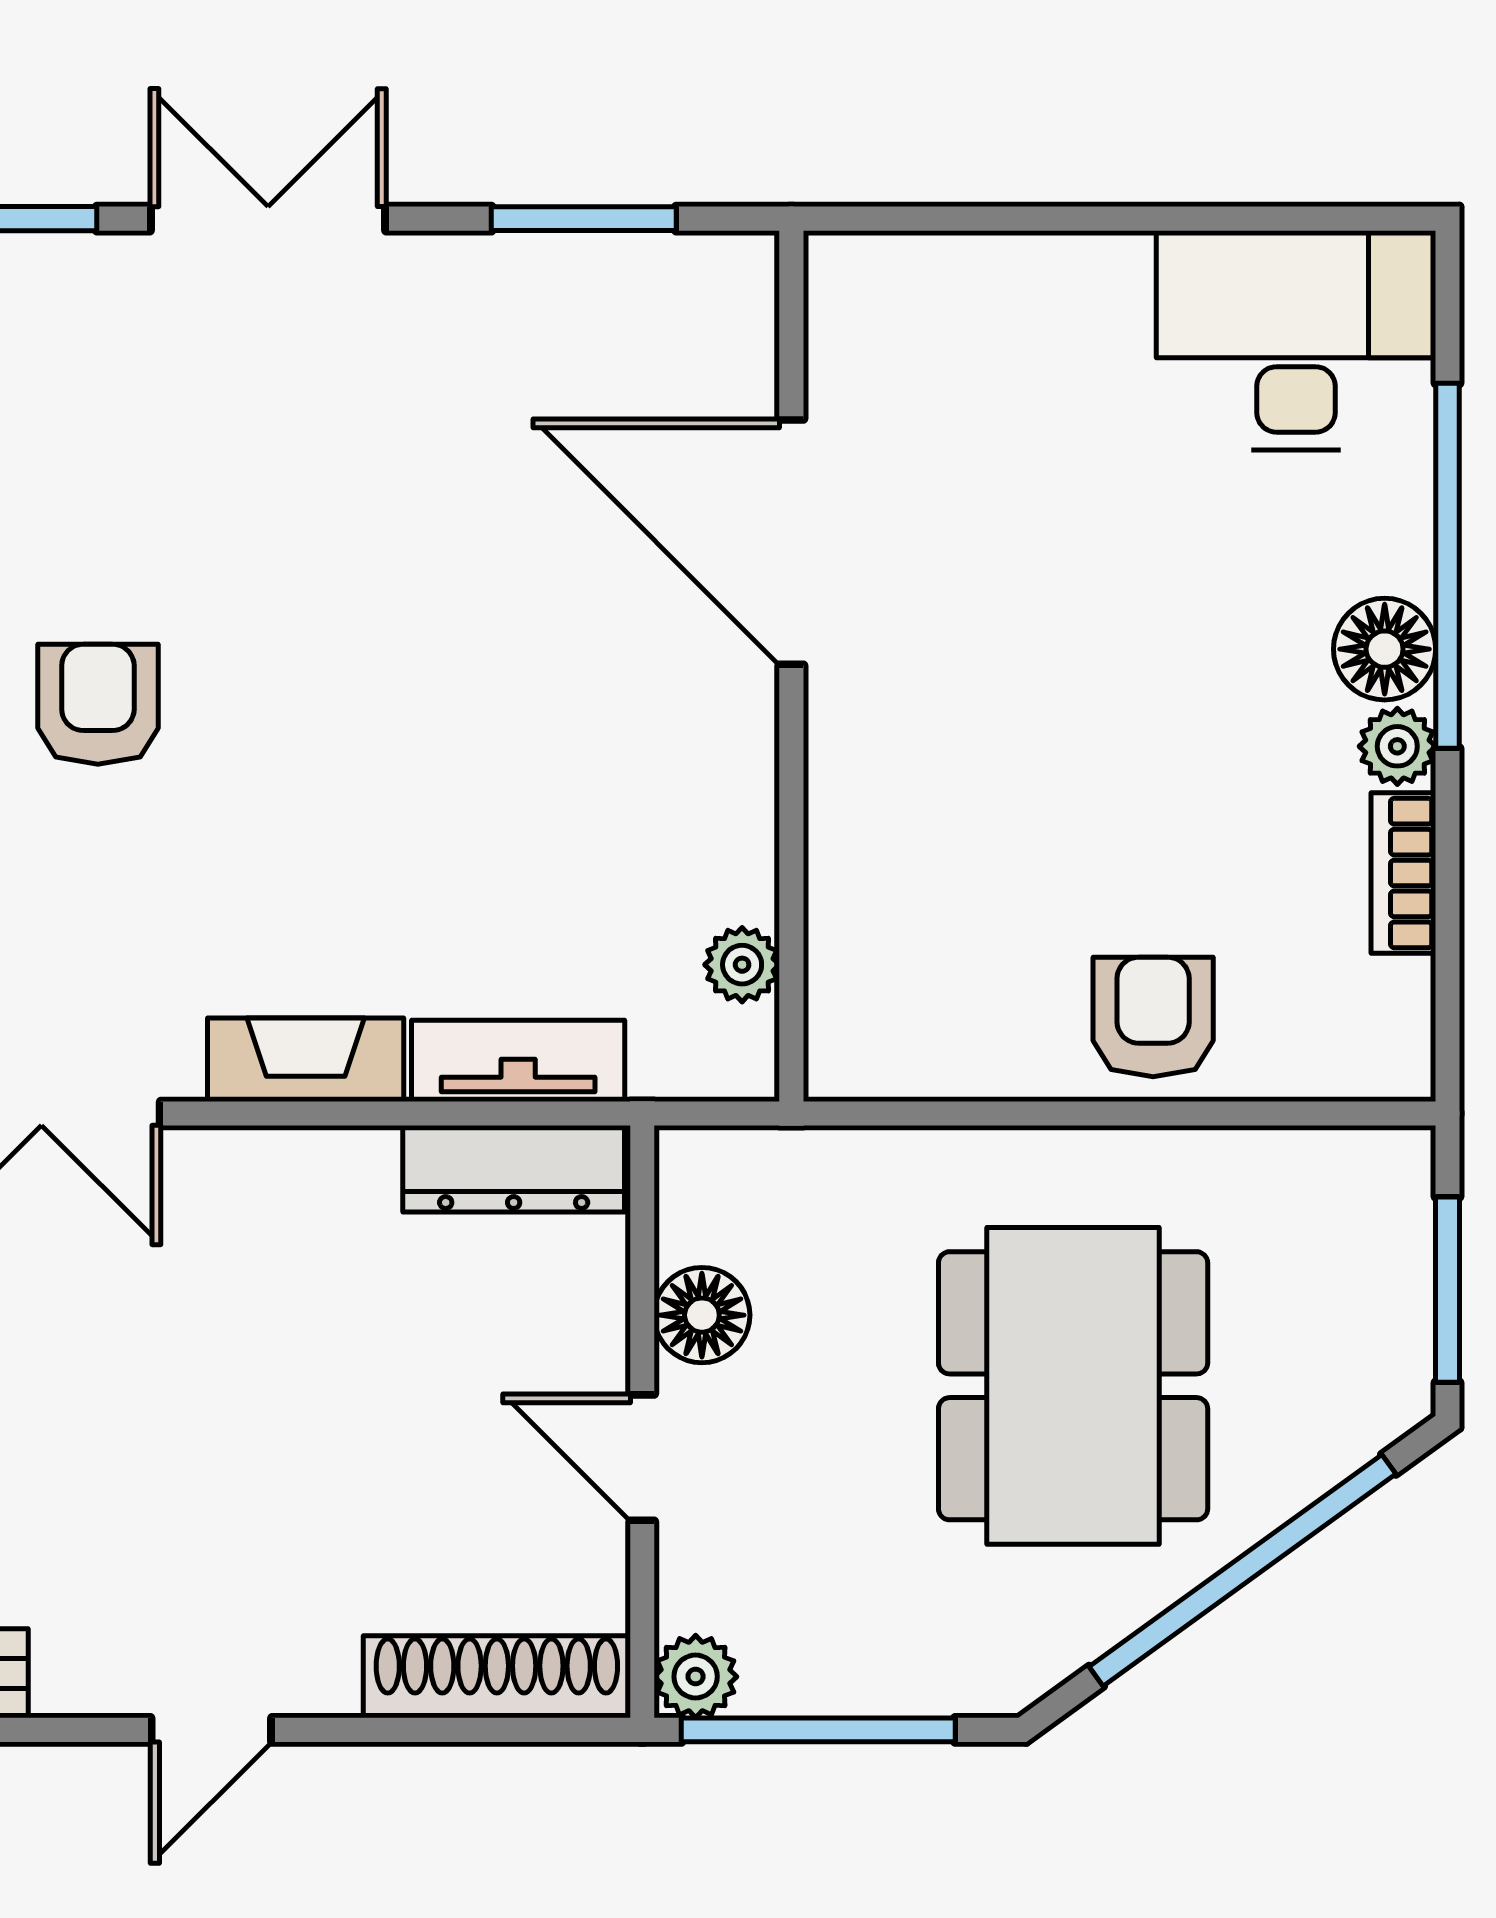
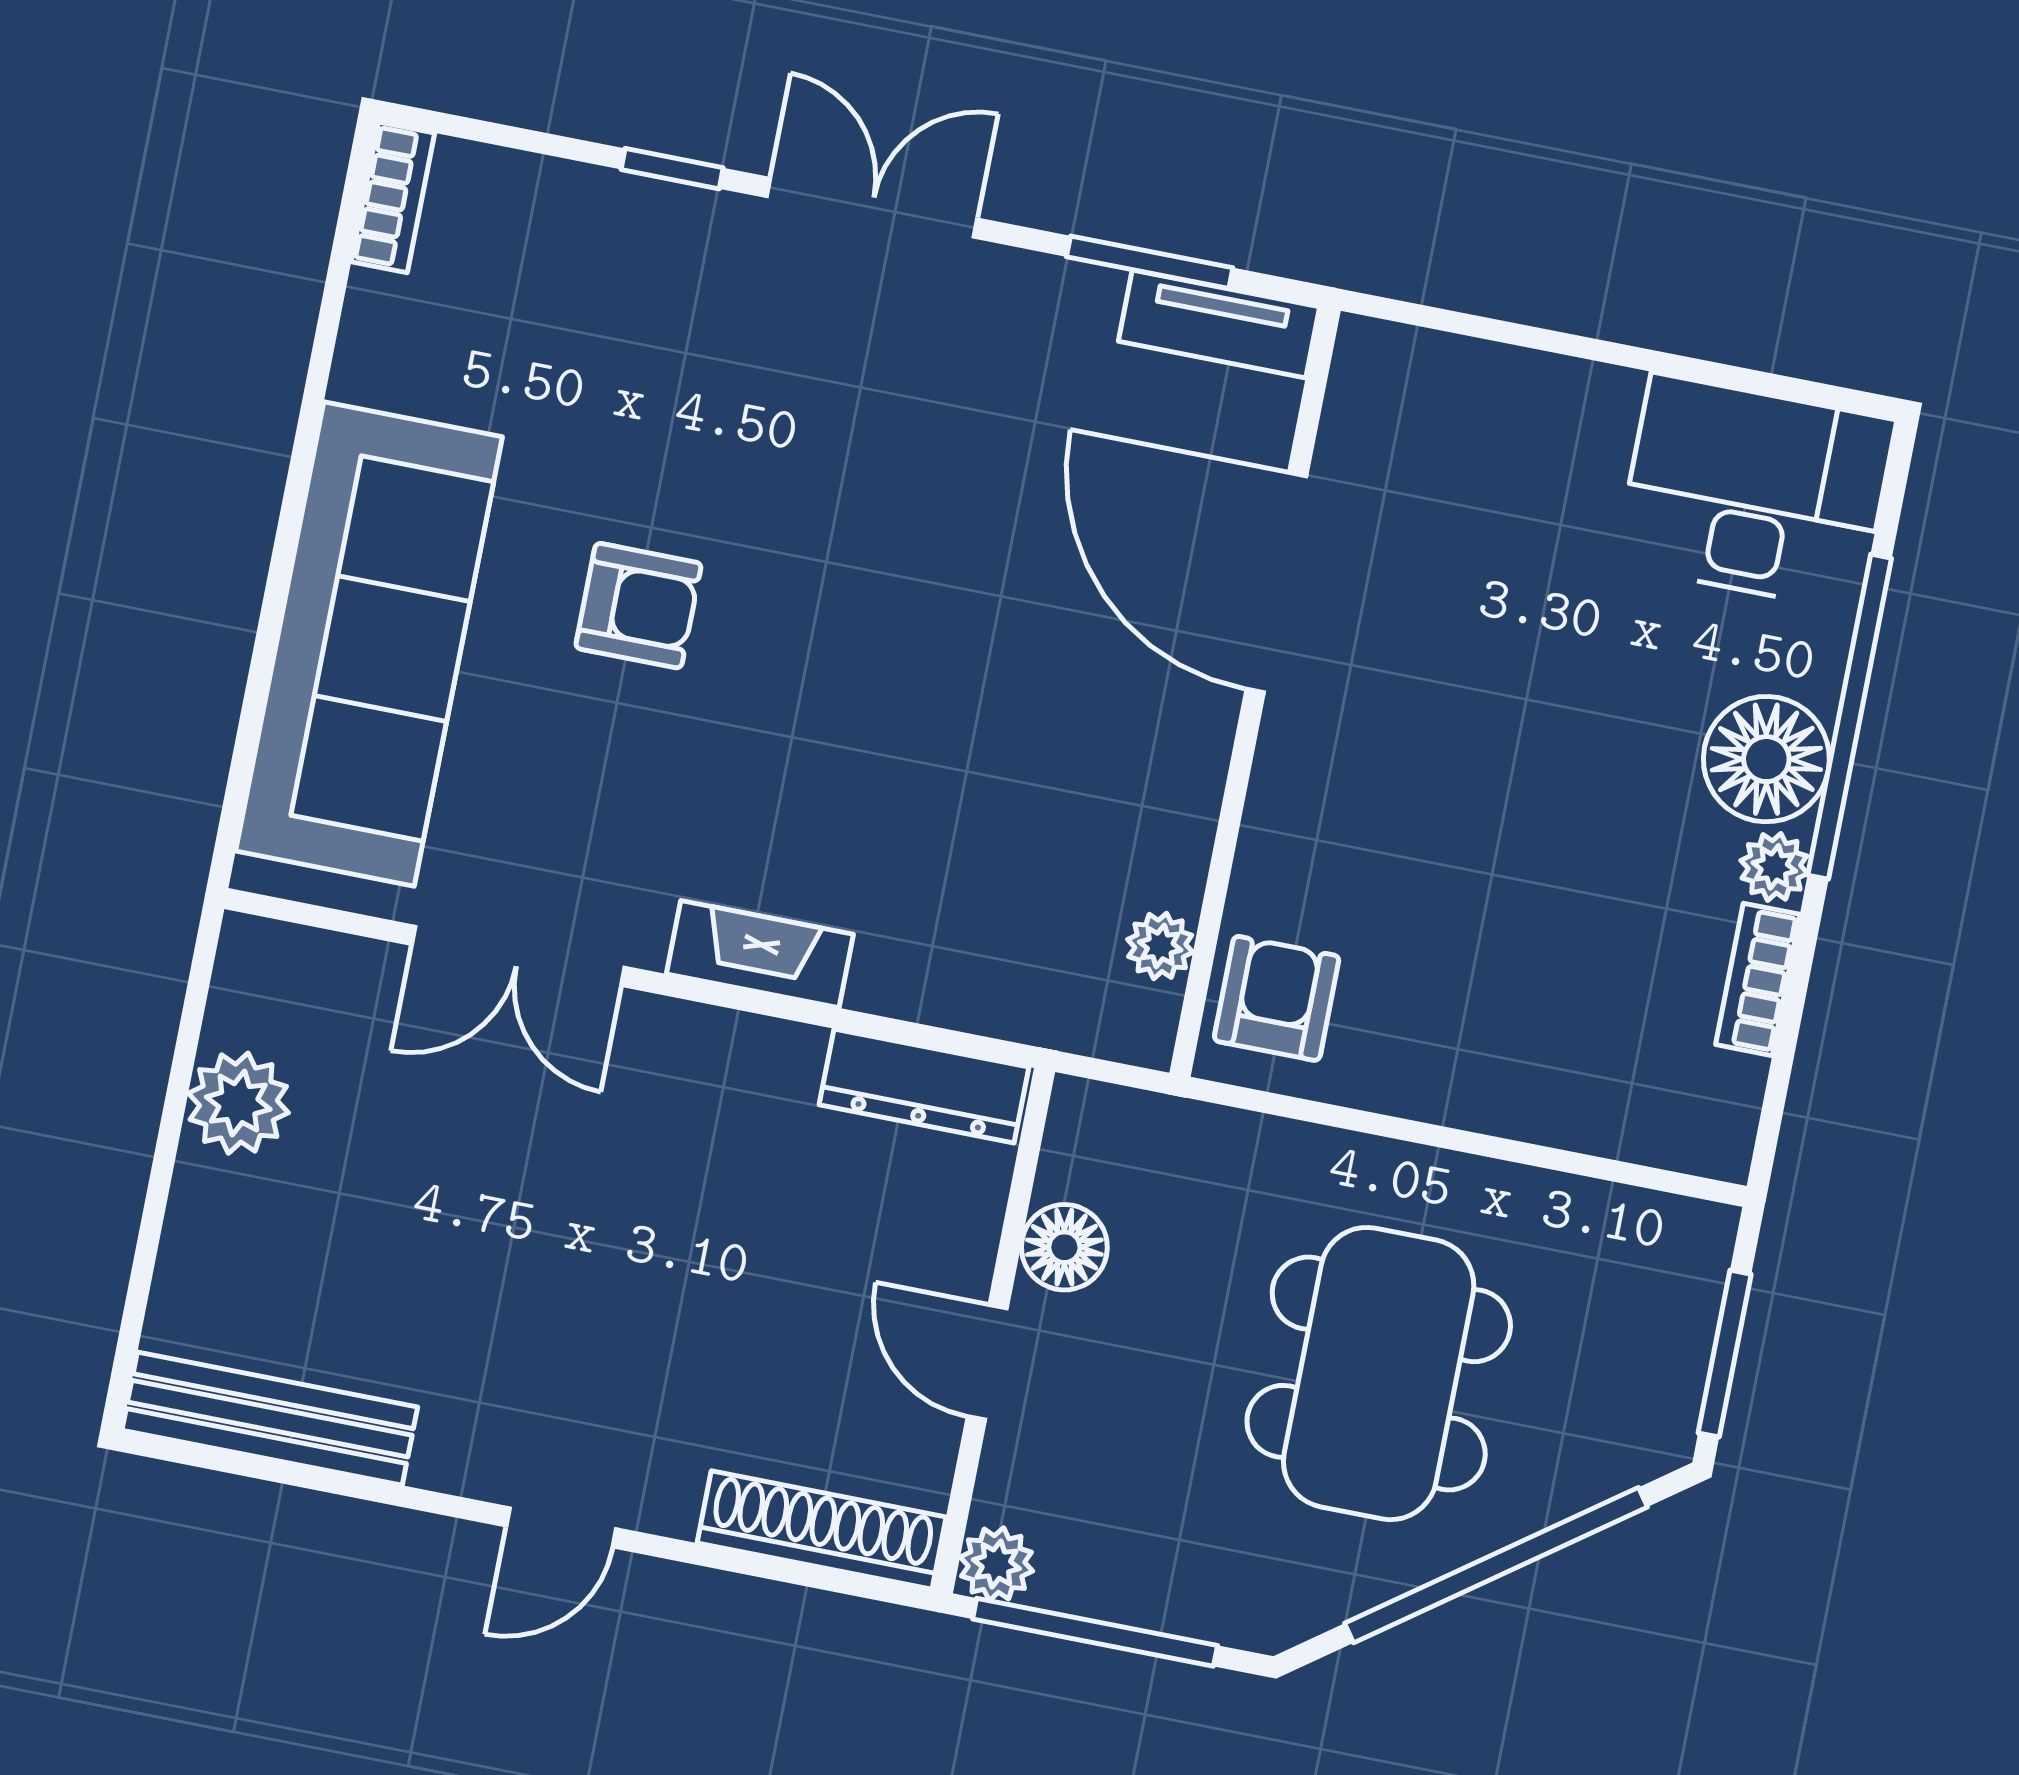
floor lamp: (1385, 649) -> (1766, 759), width x1.38, depth x1.38
armchair: (98, 704) -> (638, 606), turned 90
armchair: (1153, 1017) -> (1277, 998), moved
tv unit: (518, 1061) -> (1219, 324), moved, turned 180

